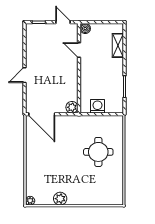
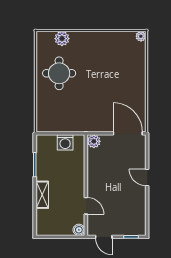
shelving: (118, 45) -> (42, 195), moved
door: (24, 75) -> (147, 177), swing flipped
round table: (98, 152) -> (59, 73), moved
plant: (60, 199) -> (62, 39), moved

